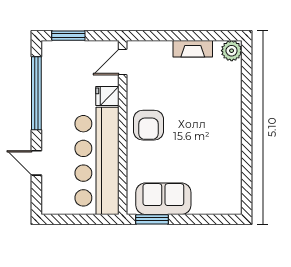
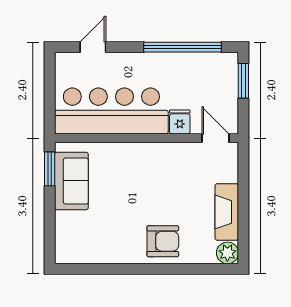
fireplace: (193, 49) -> (227, 212), width x1.37, depth x1.32
armchair: (148, 125) -> (163, 241), moved, turned 180
door: (36, 163) -> (93, 47), moved

